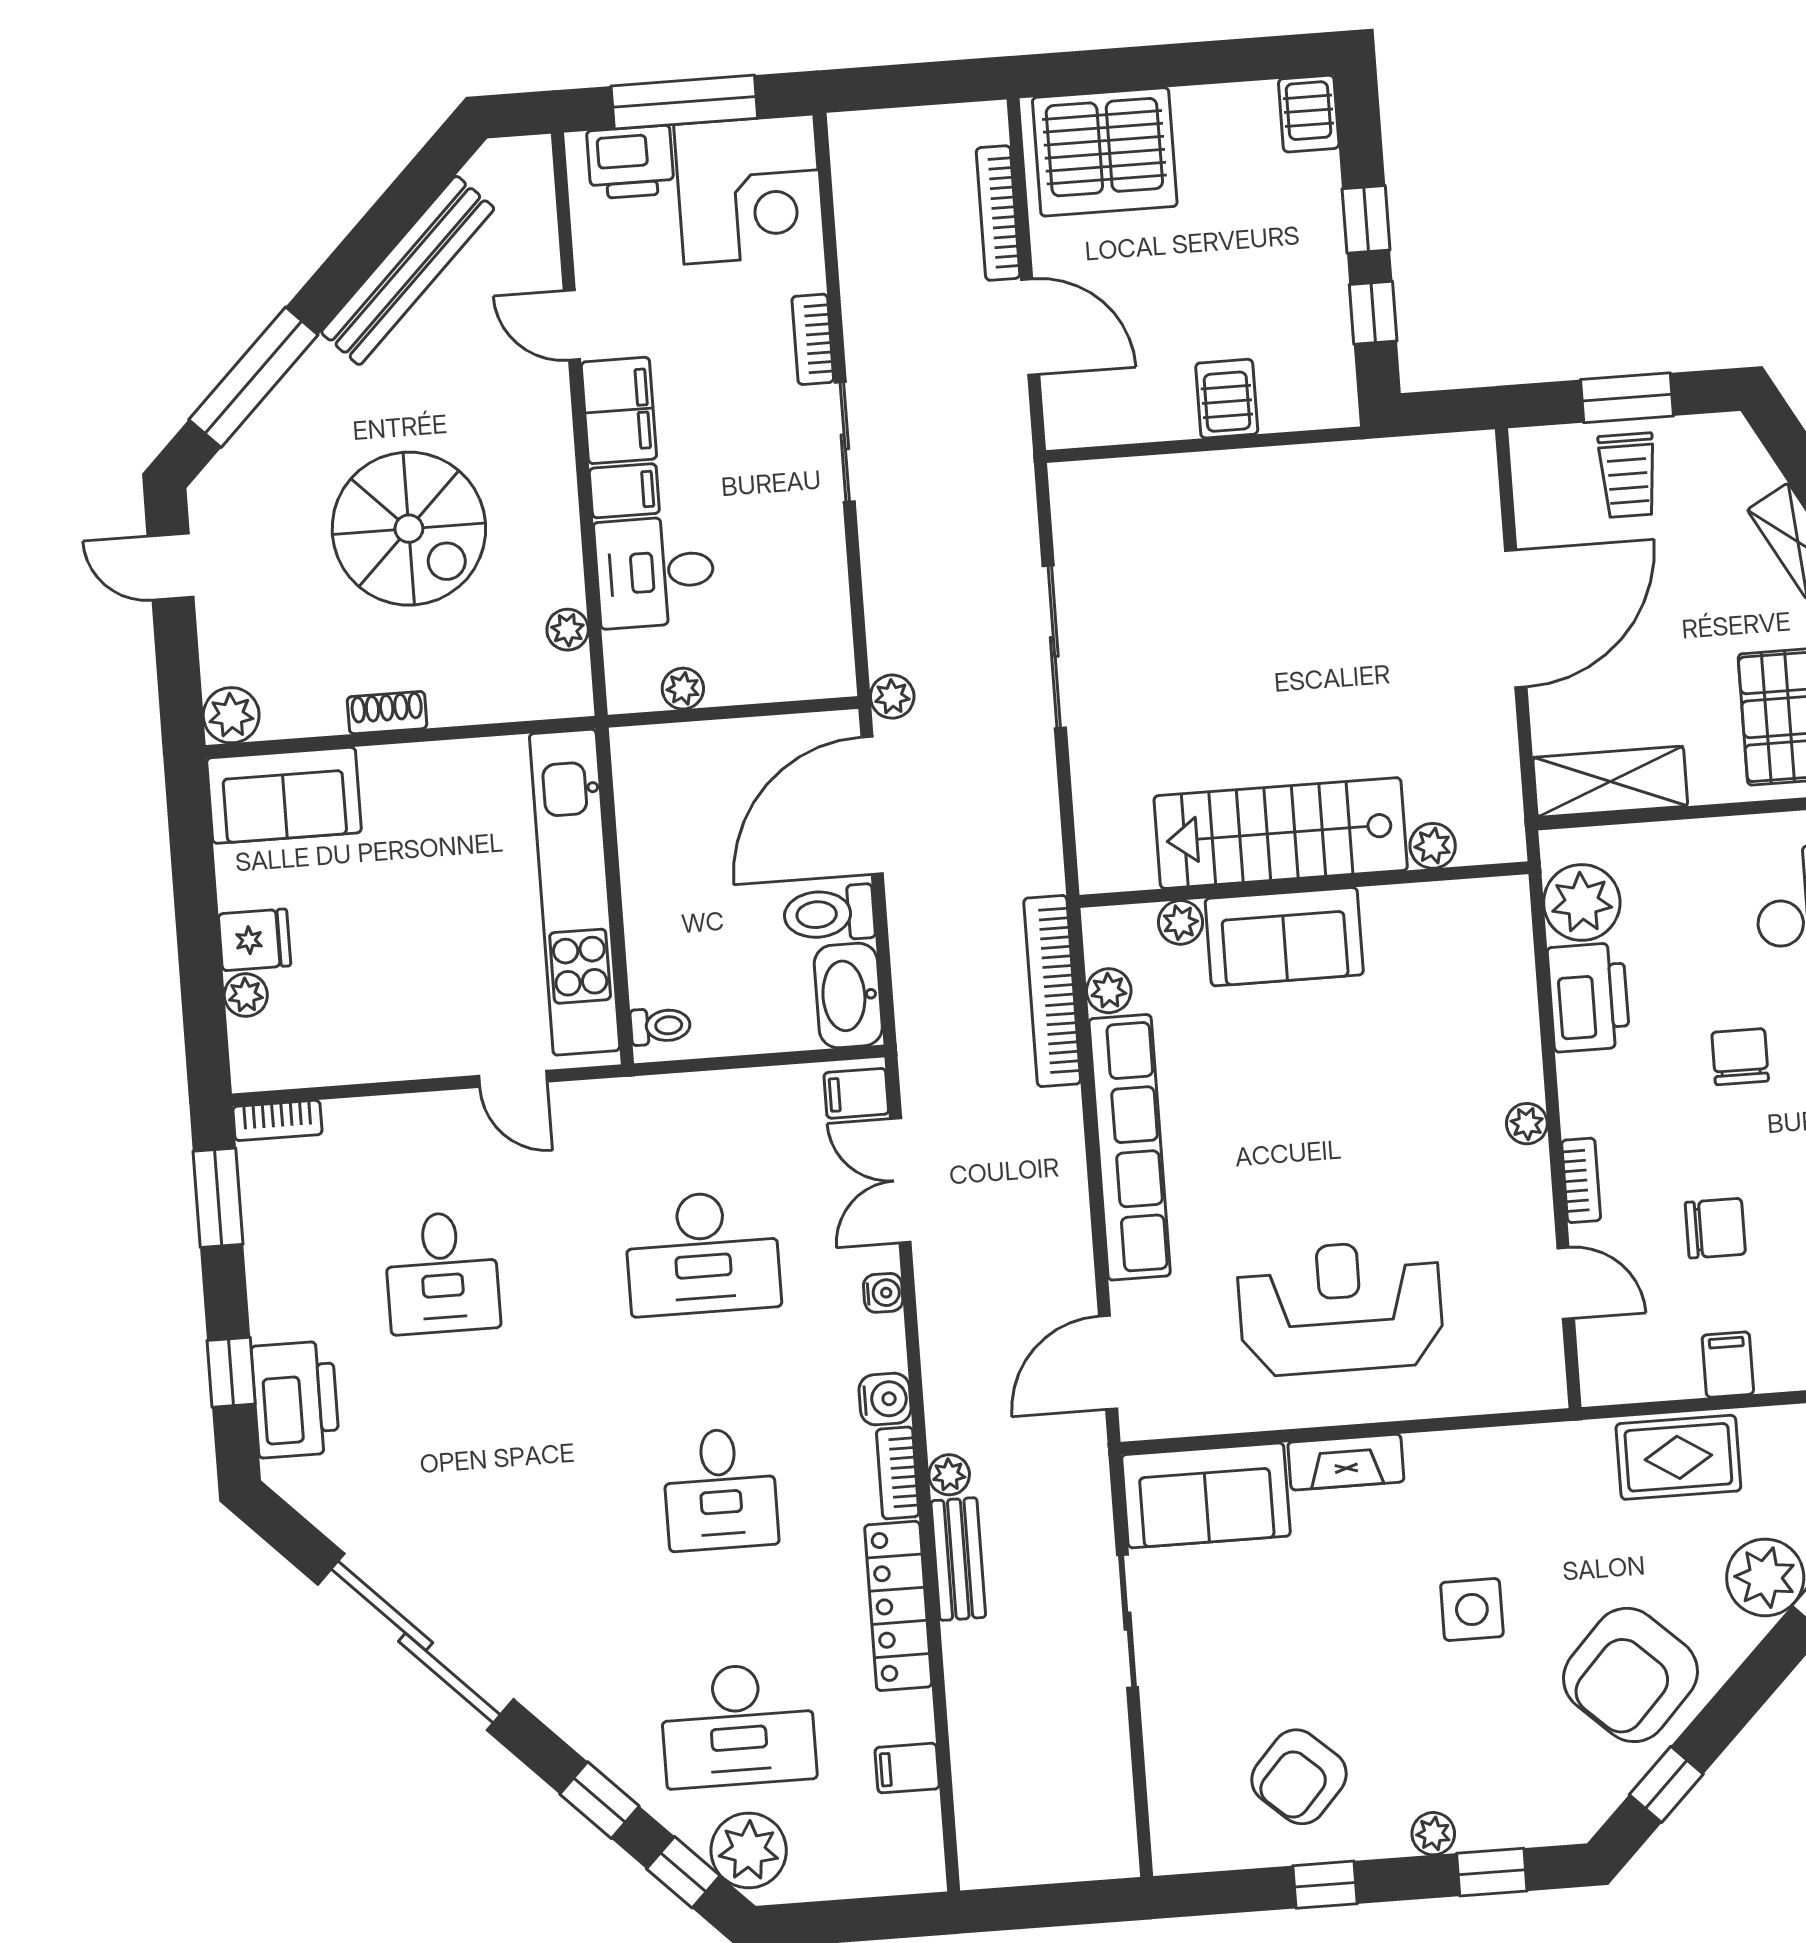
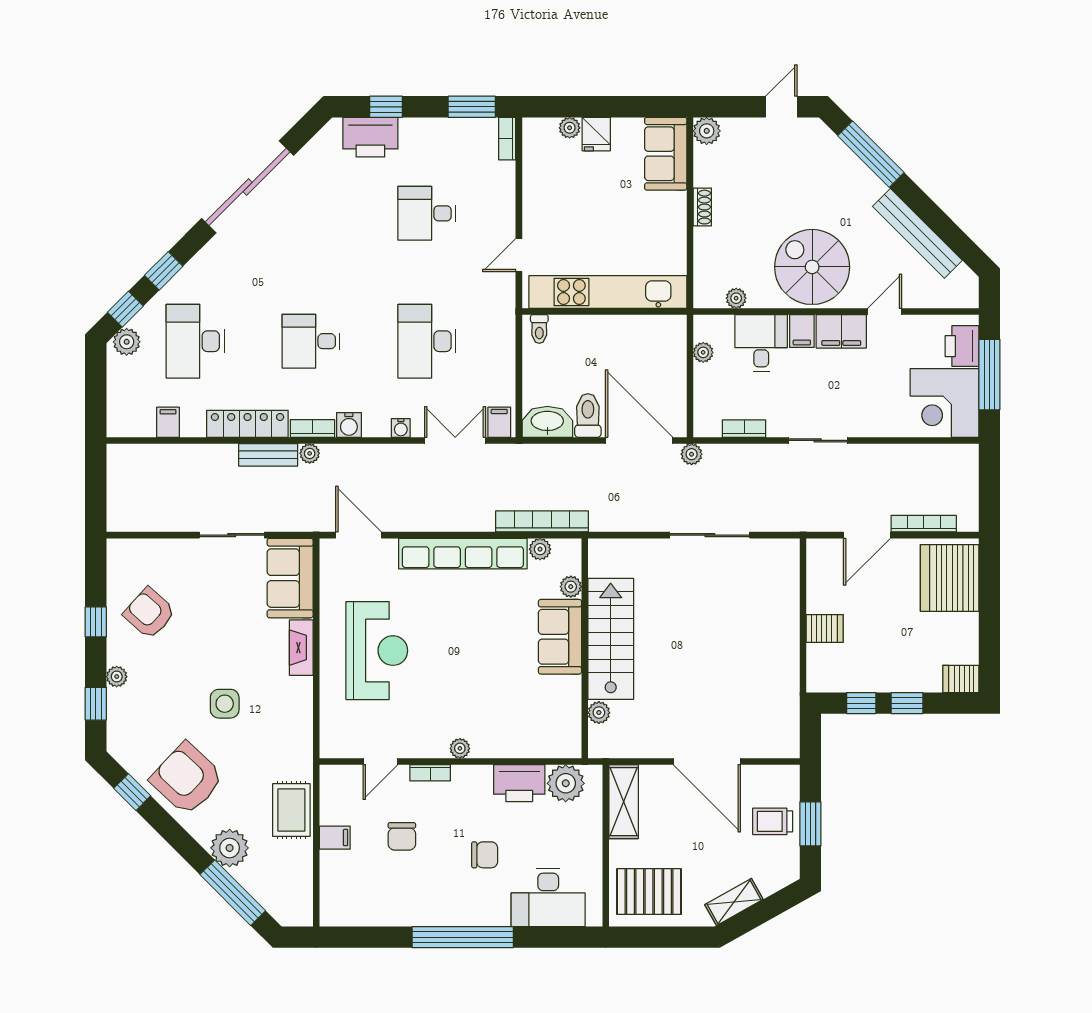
bookcase: (813, 339) -> (744, 429), moved
spiral stairs: (409, 529) -> (812, 267), moved, turned 90
plant: (749, 1850) -> (127, 342), width x0.73, depth x0.73

